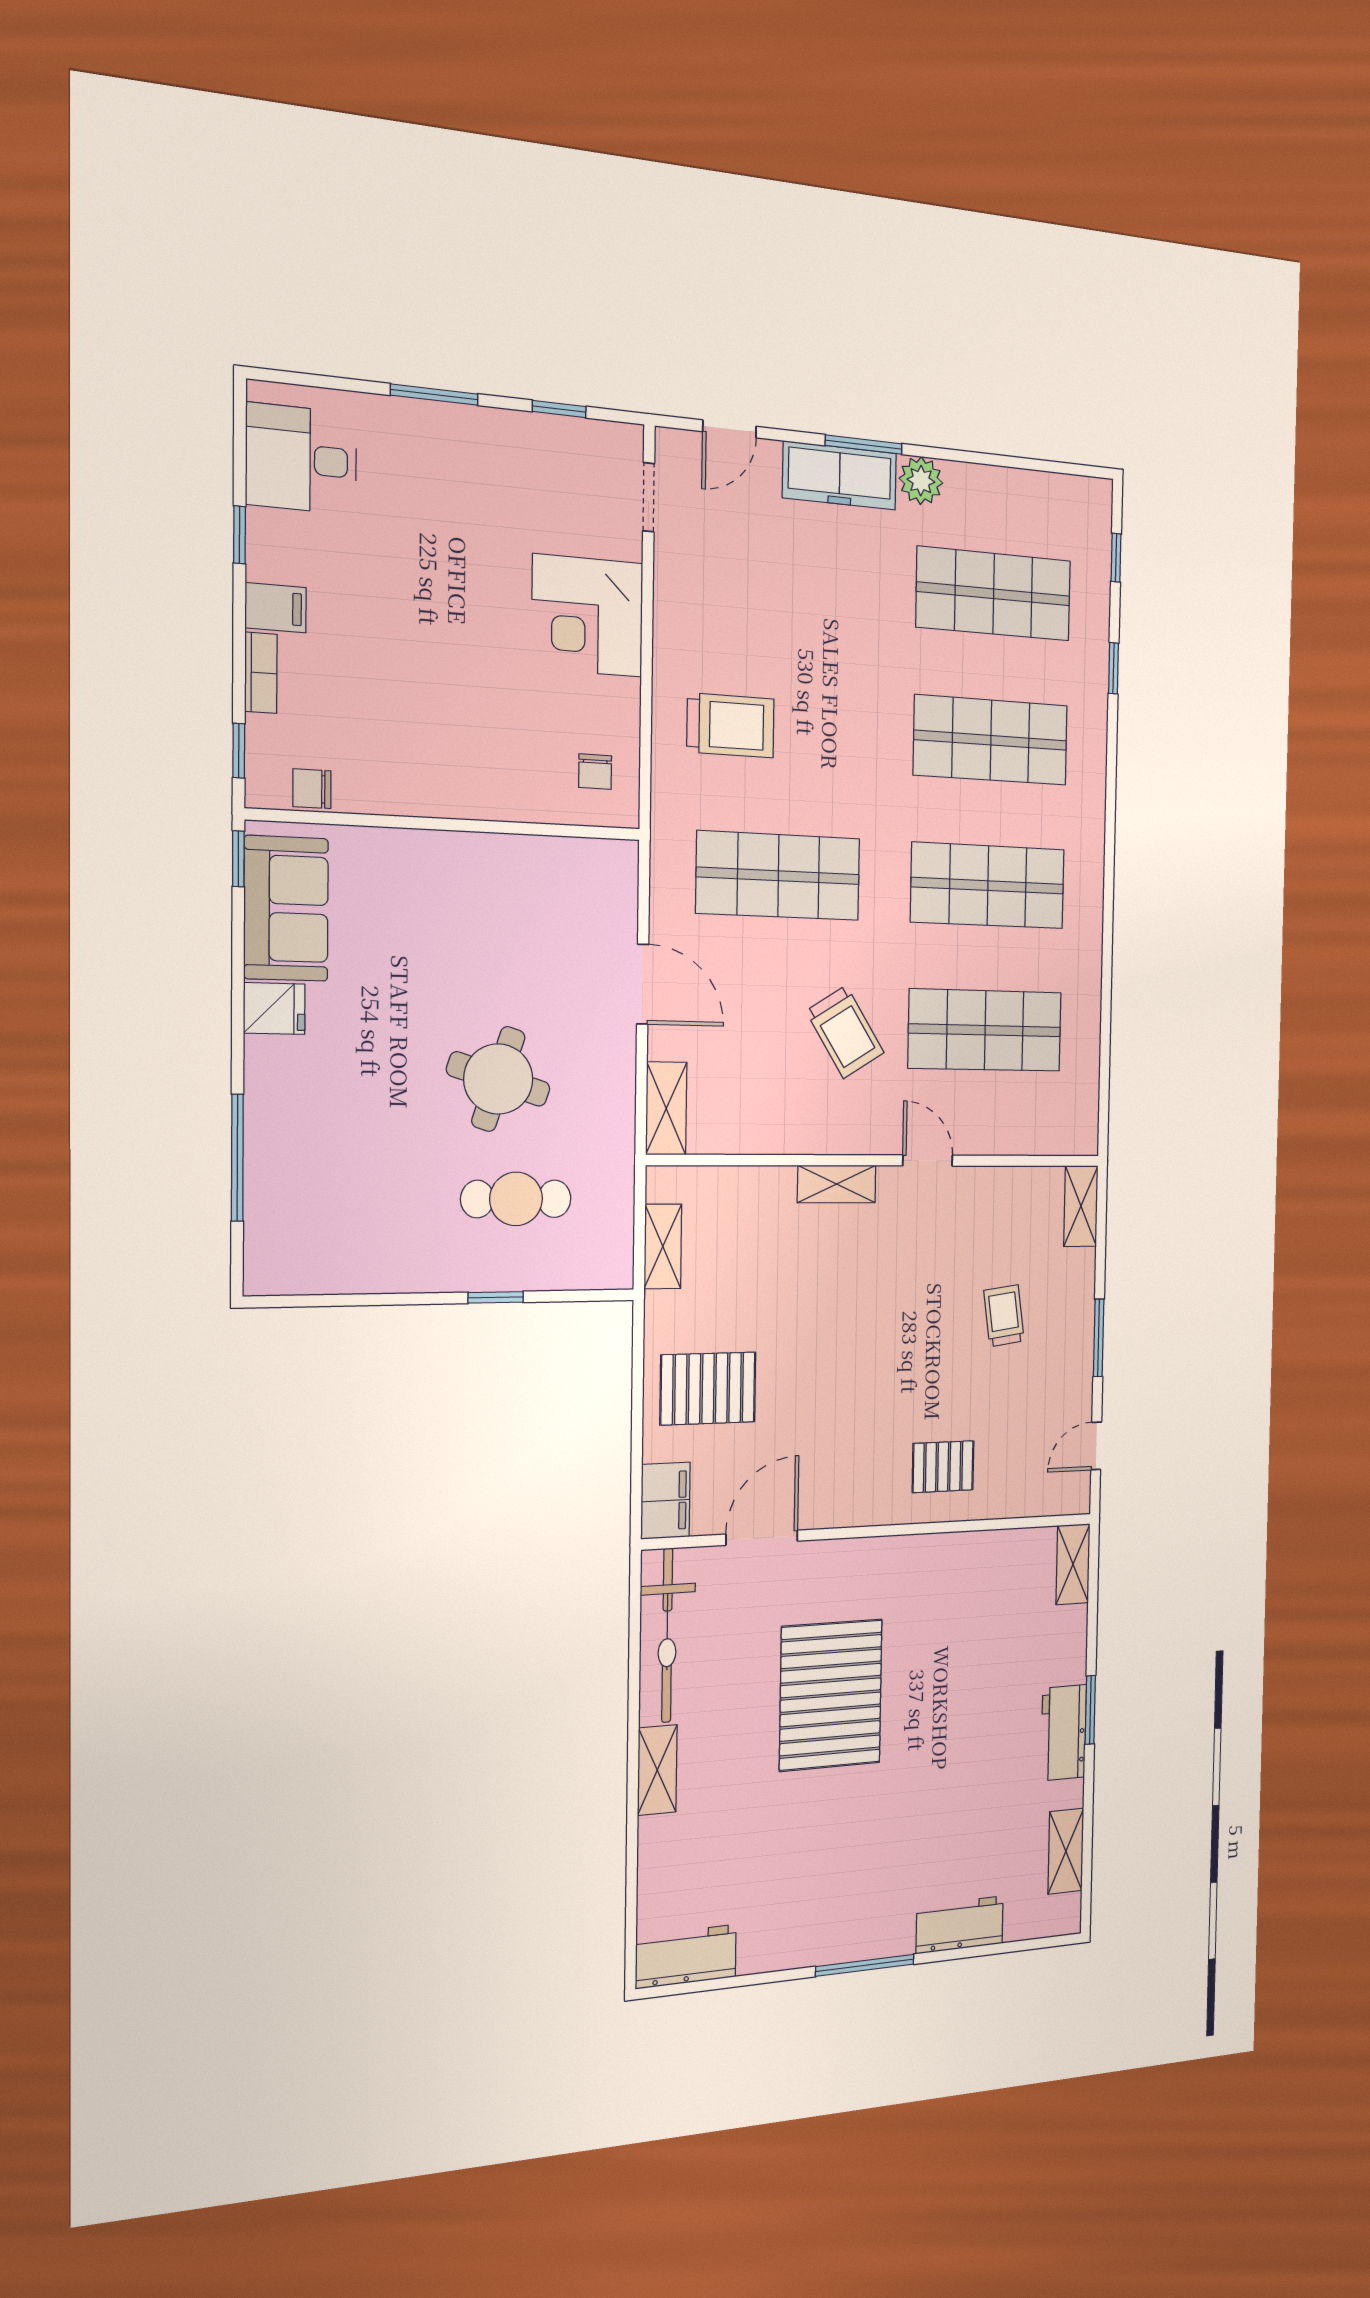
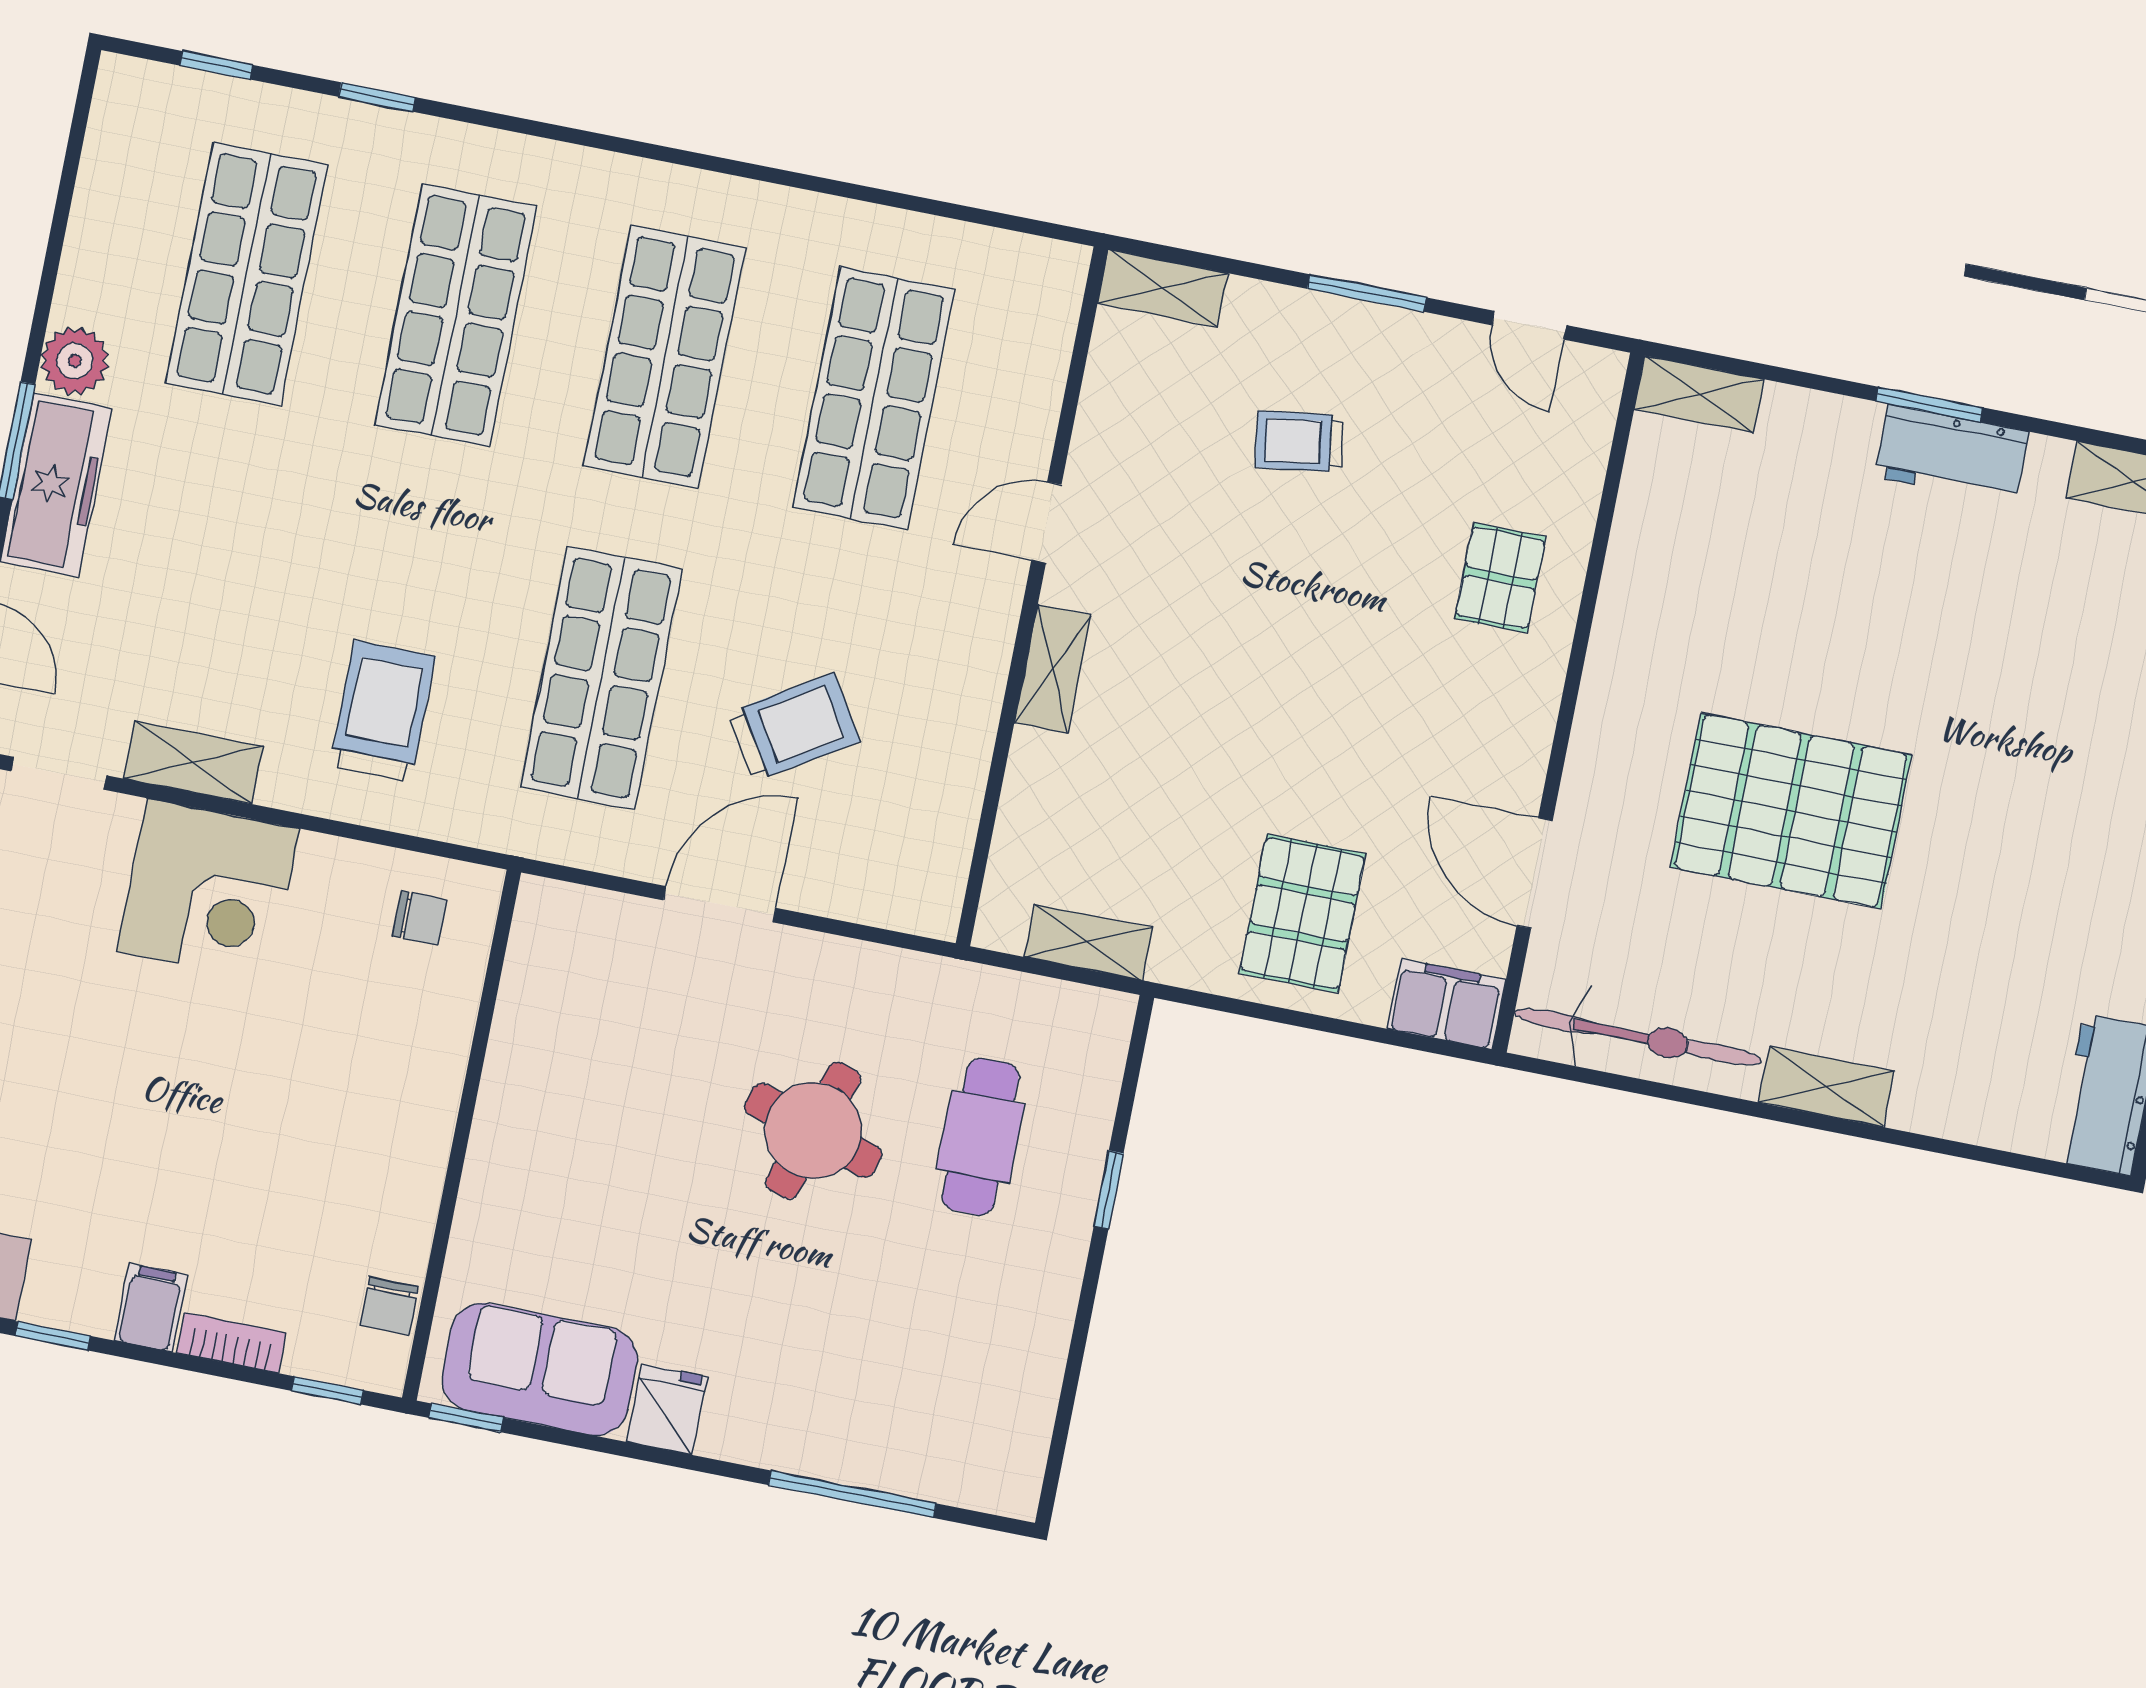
trolley: (845, 1032) -> (794, 727), moved
shelving: (666, 1108) -> (193, 762), moved

